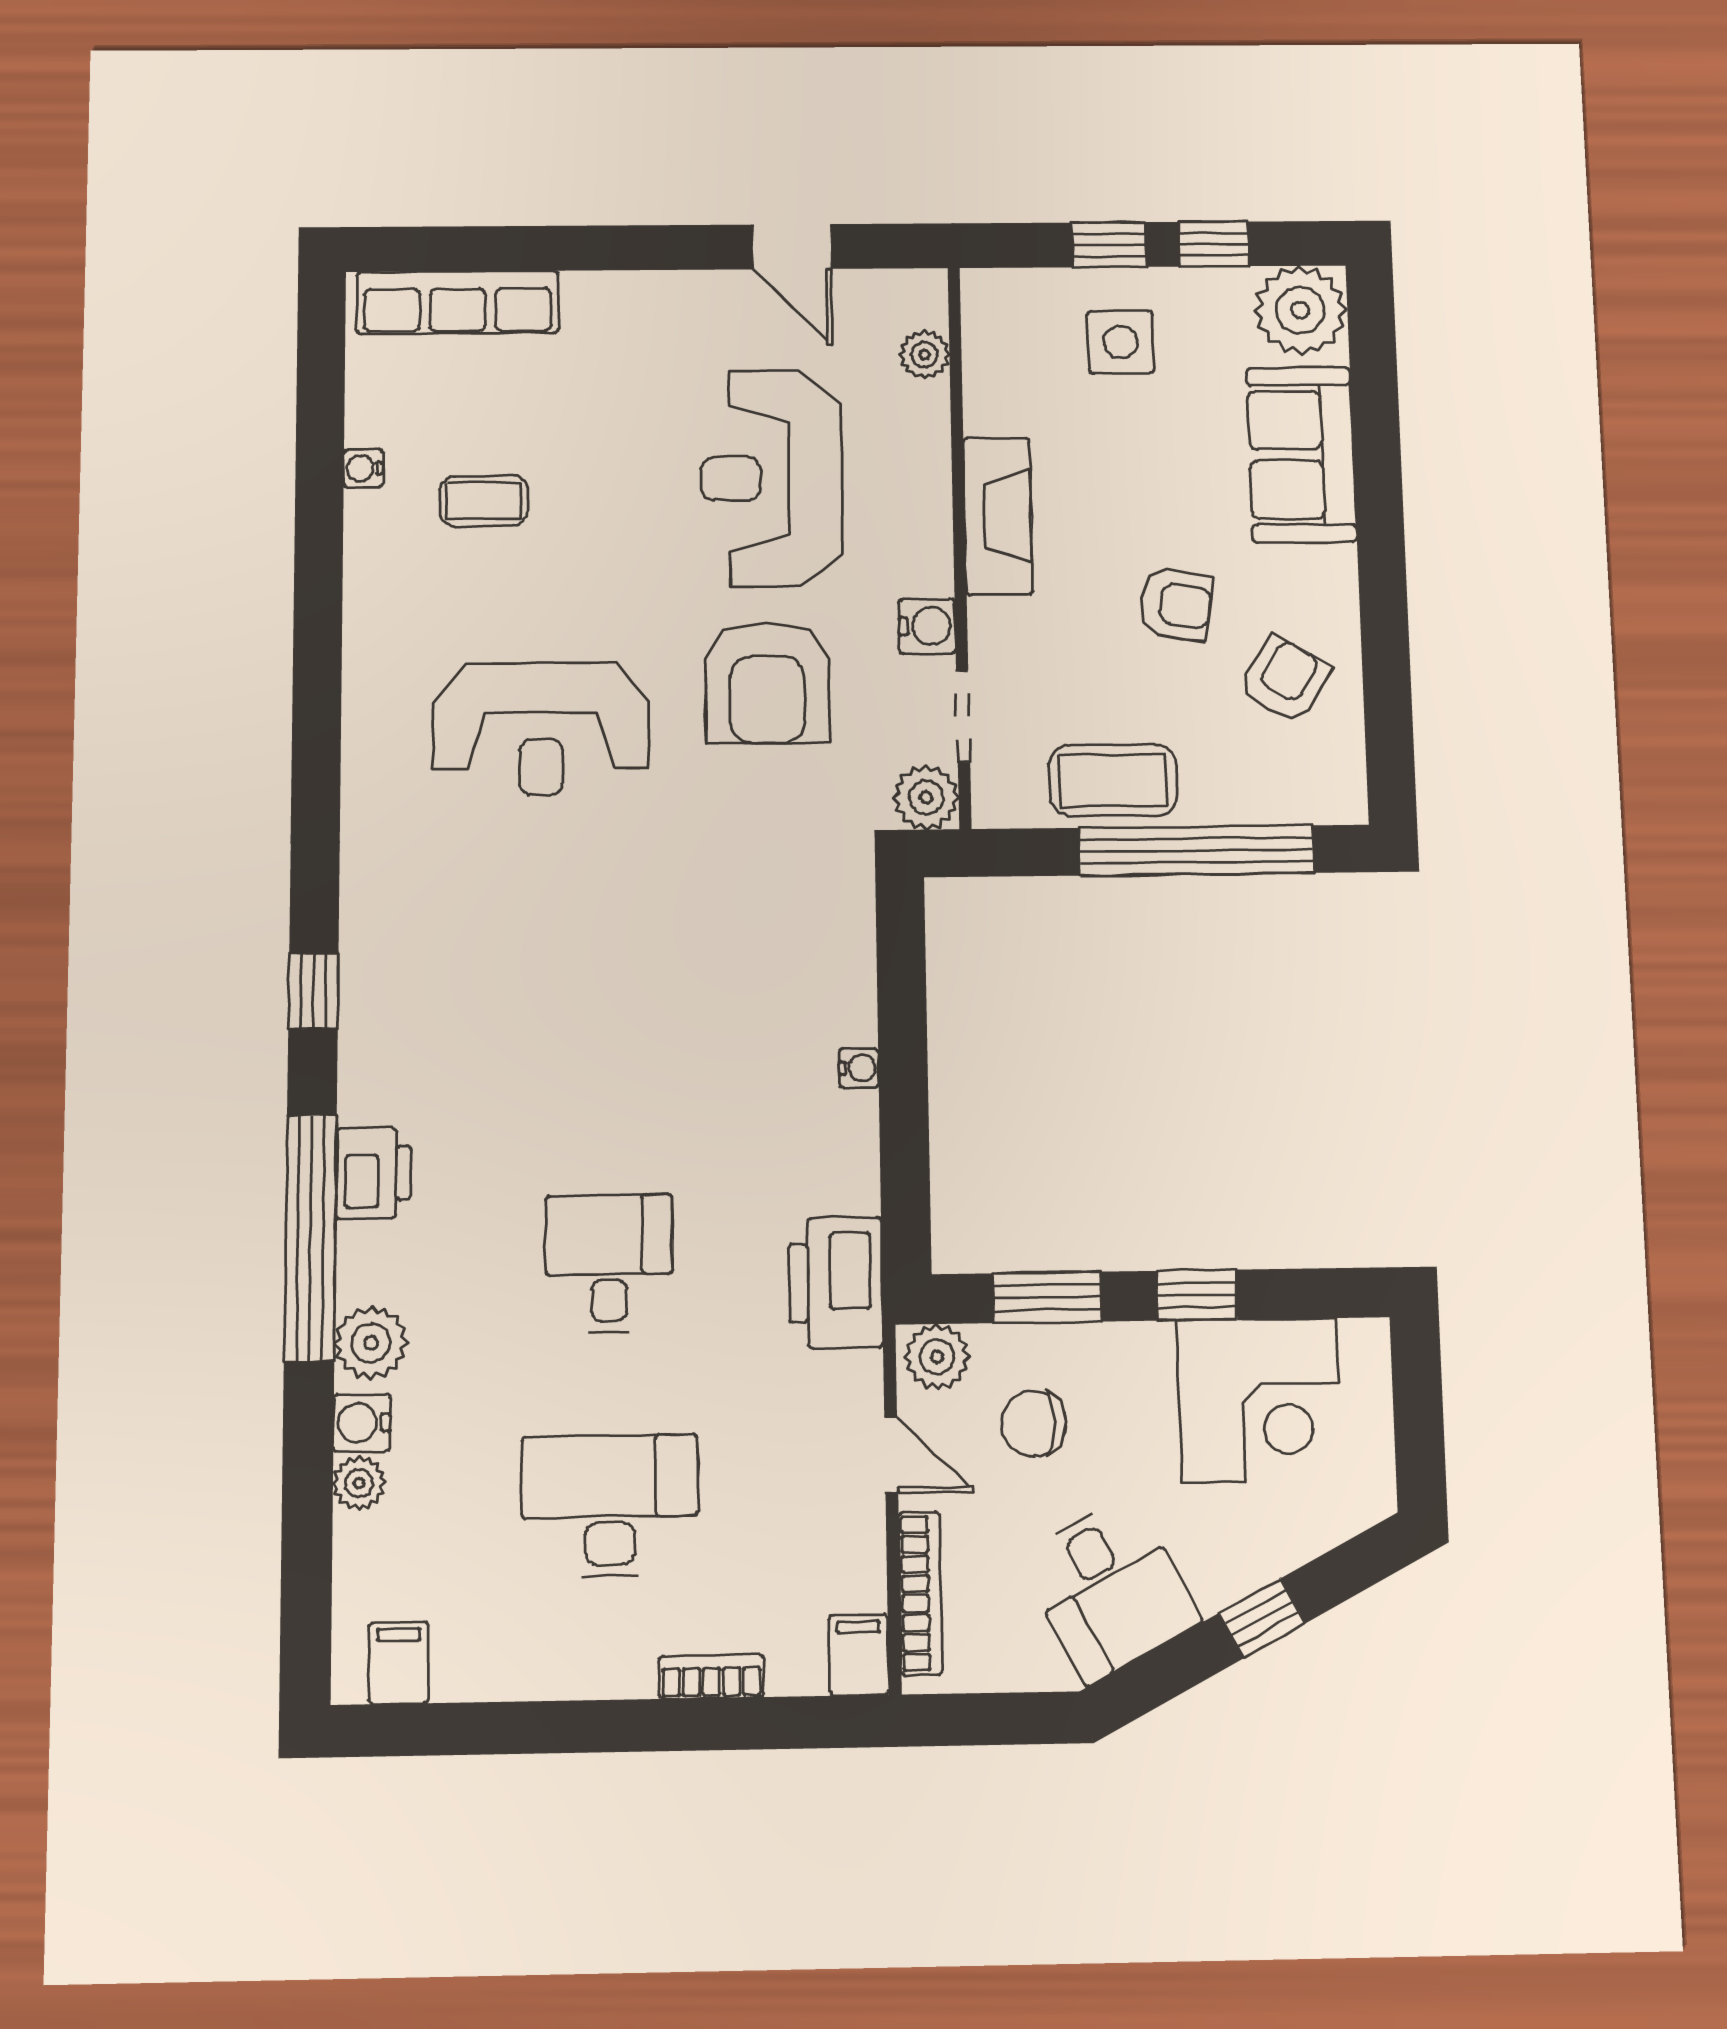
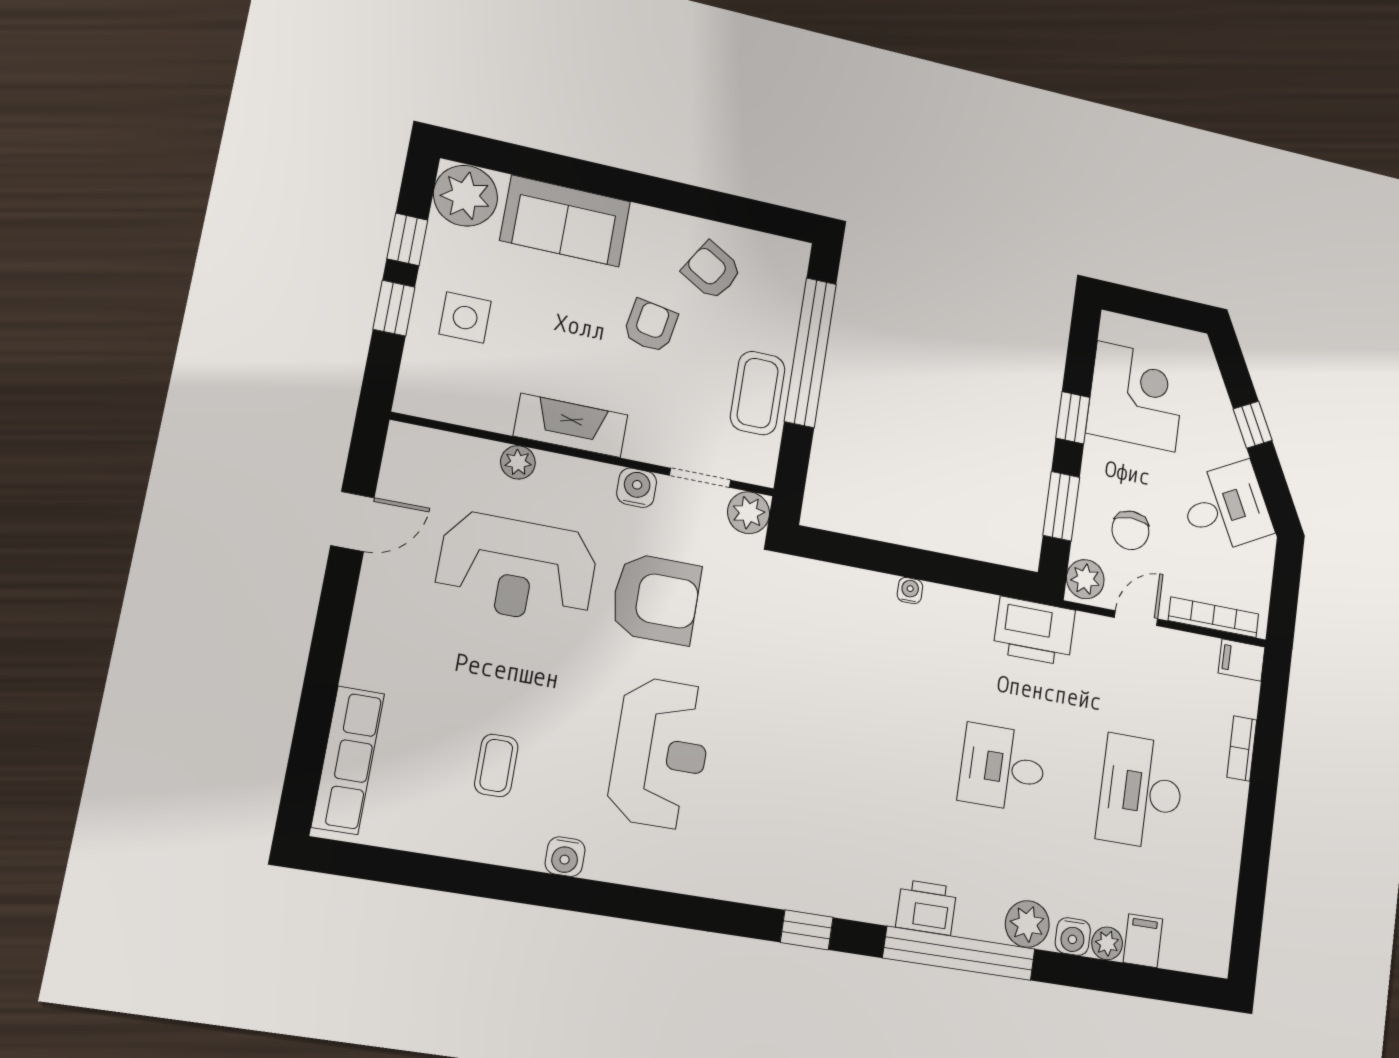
plant: (925, 355) -> (518, 462), moved
water cooler: (363, 468) -> (565, 857), moved, width x1.38, depth x1.38
filing cabinet: (399, 1663) -> (1143, 941), moved, turned 90

